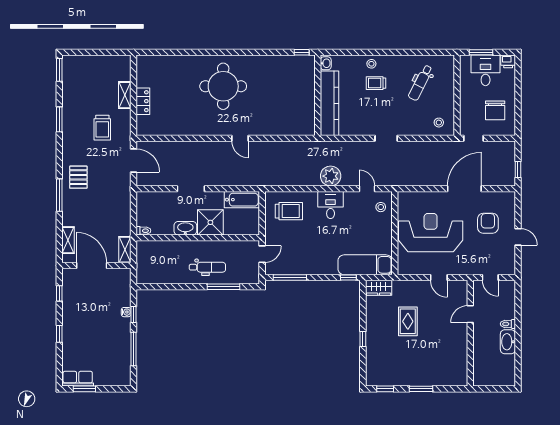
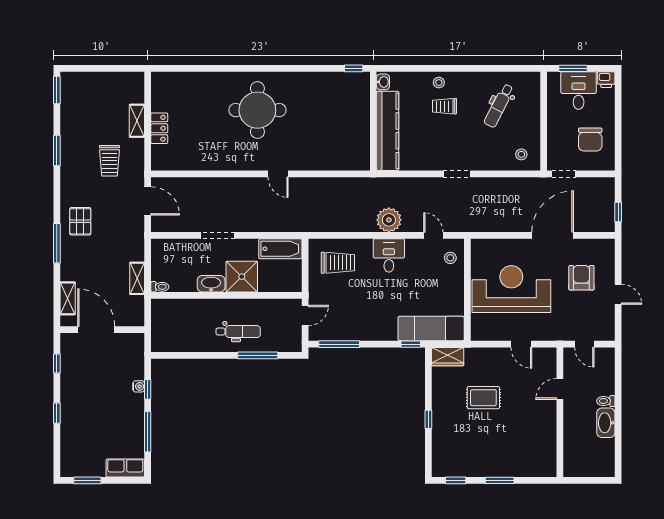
shelving: (125, 250) -> (137, 278), moved
rug: (408, 321) -> (483, 398), turned 90
row of seats: (78, 379) -> (125, 468), moved

